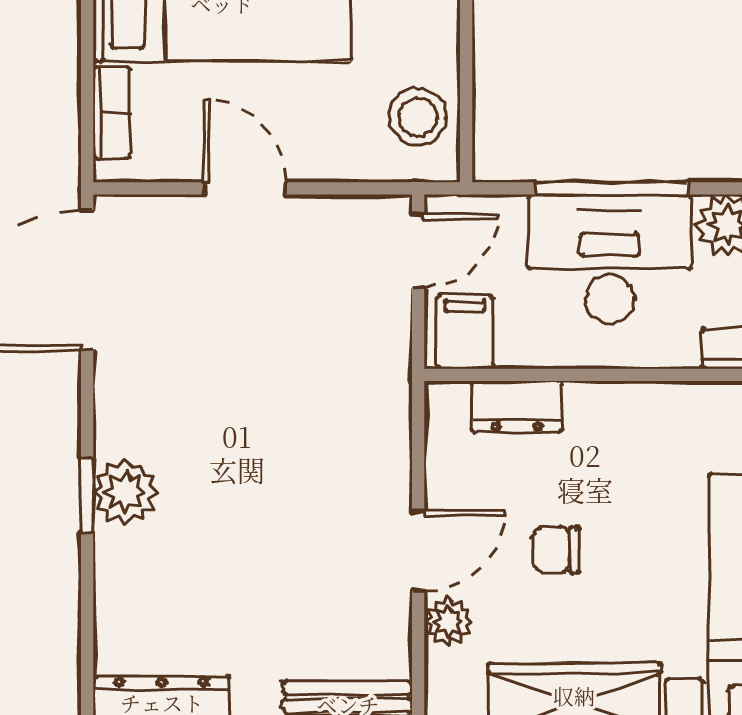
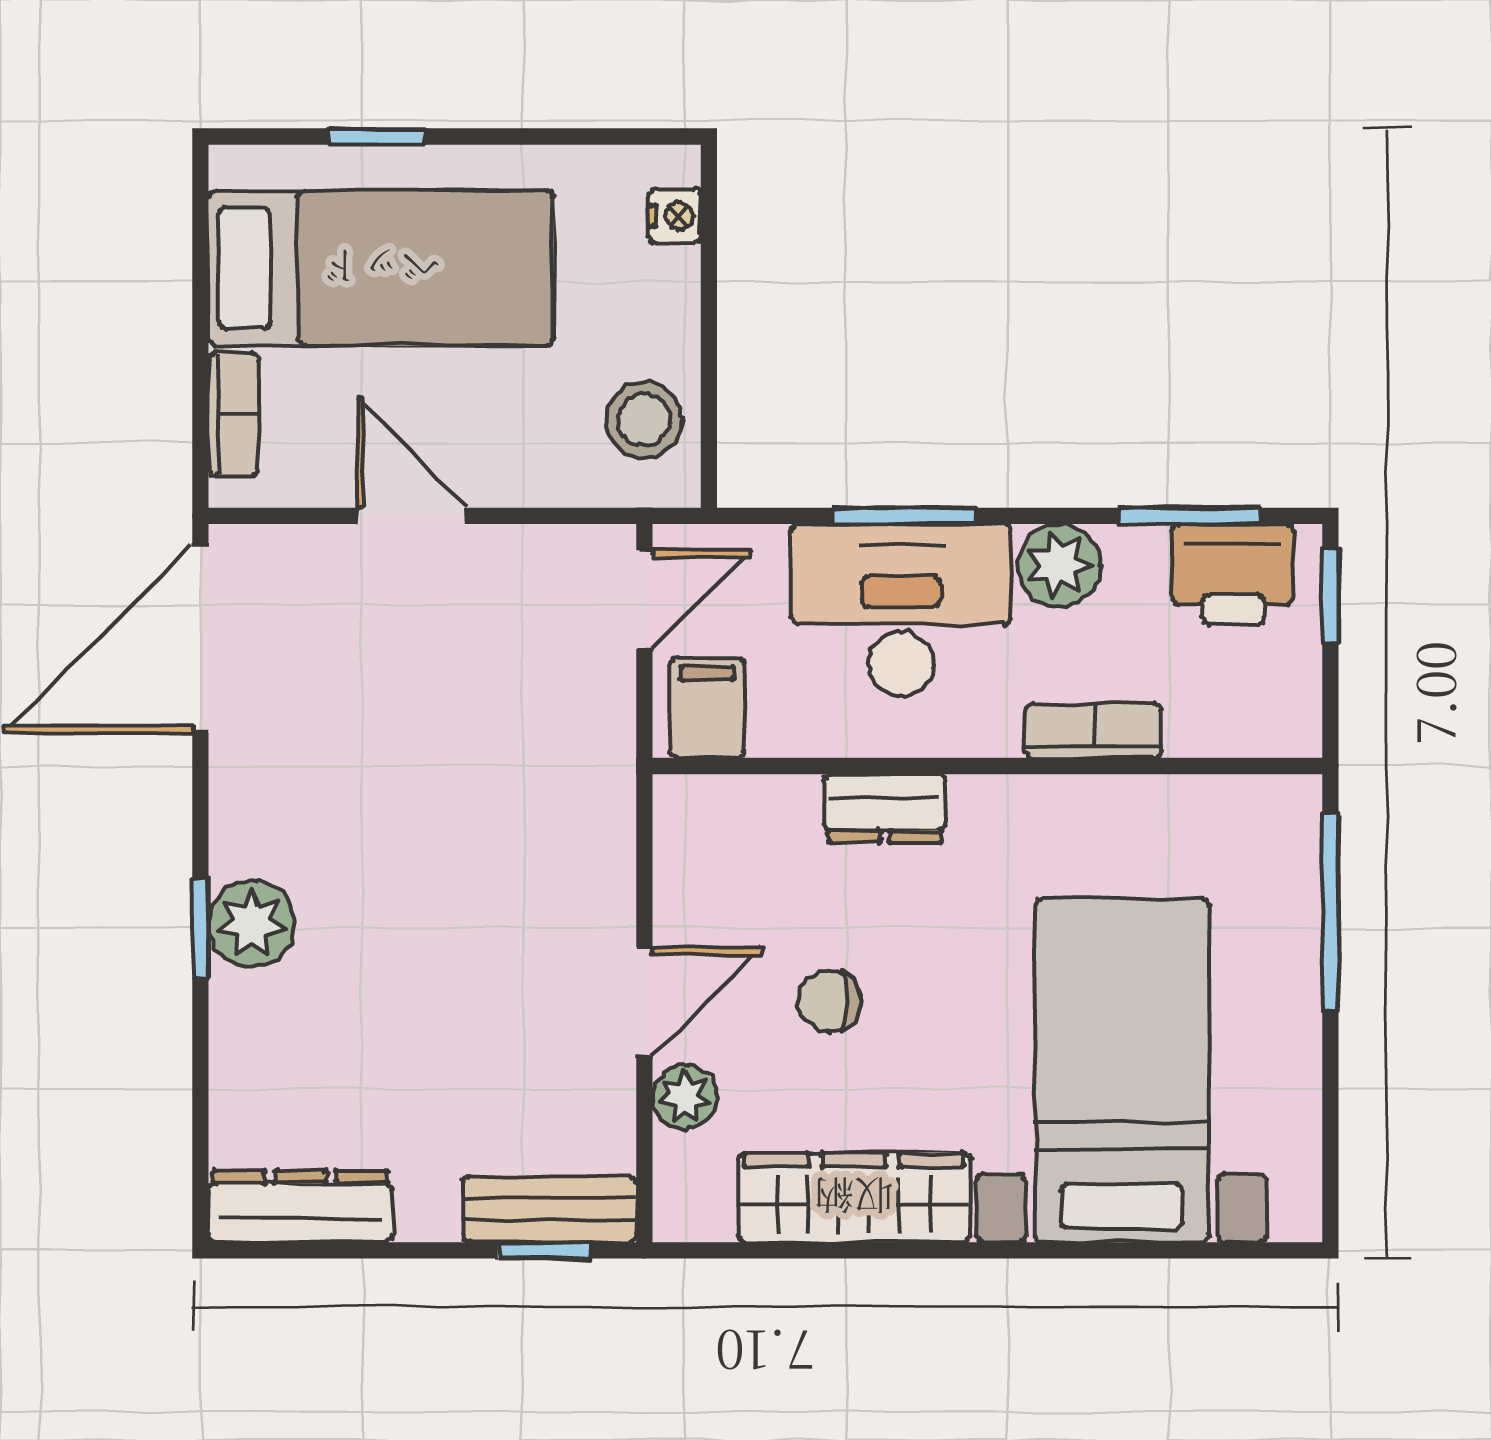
window: (611, 188) -> (903, 516), width x0.69
dresser: (517, 406) -> (885, 808), moved

